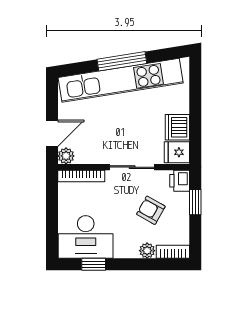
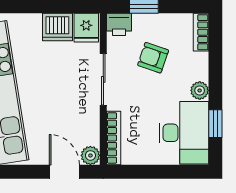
armchair: (151, 210) -> (153, 58), turned 80
plant: (147, 251) -> (200, 90), moved

